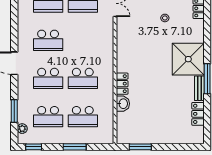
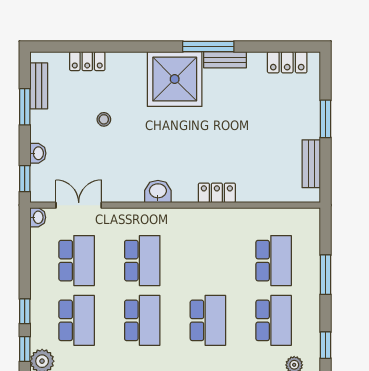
school desk: (83, 78) -> (142, 261), moved
washbasin: (123, 104) -> (158, 191), moved
locker: (198, 114) -> (287, 62), moved
bench: (139, 138) -> (311, 164), added
window: (140, 147) -> (325, 119), moved

